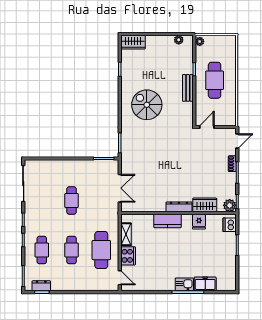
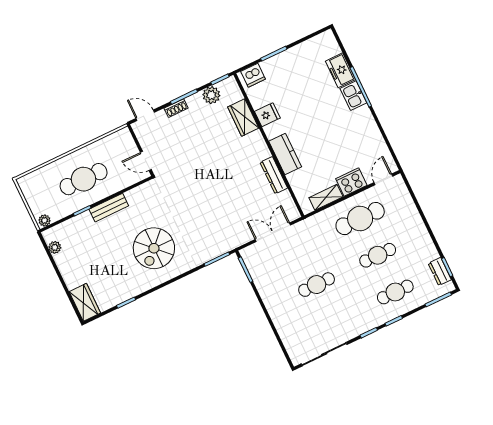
plant: (230, 205) -> (211, 95), moved
dresser: (179, 207) -> (274, 175), moved

